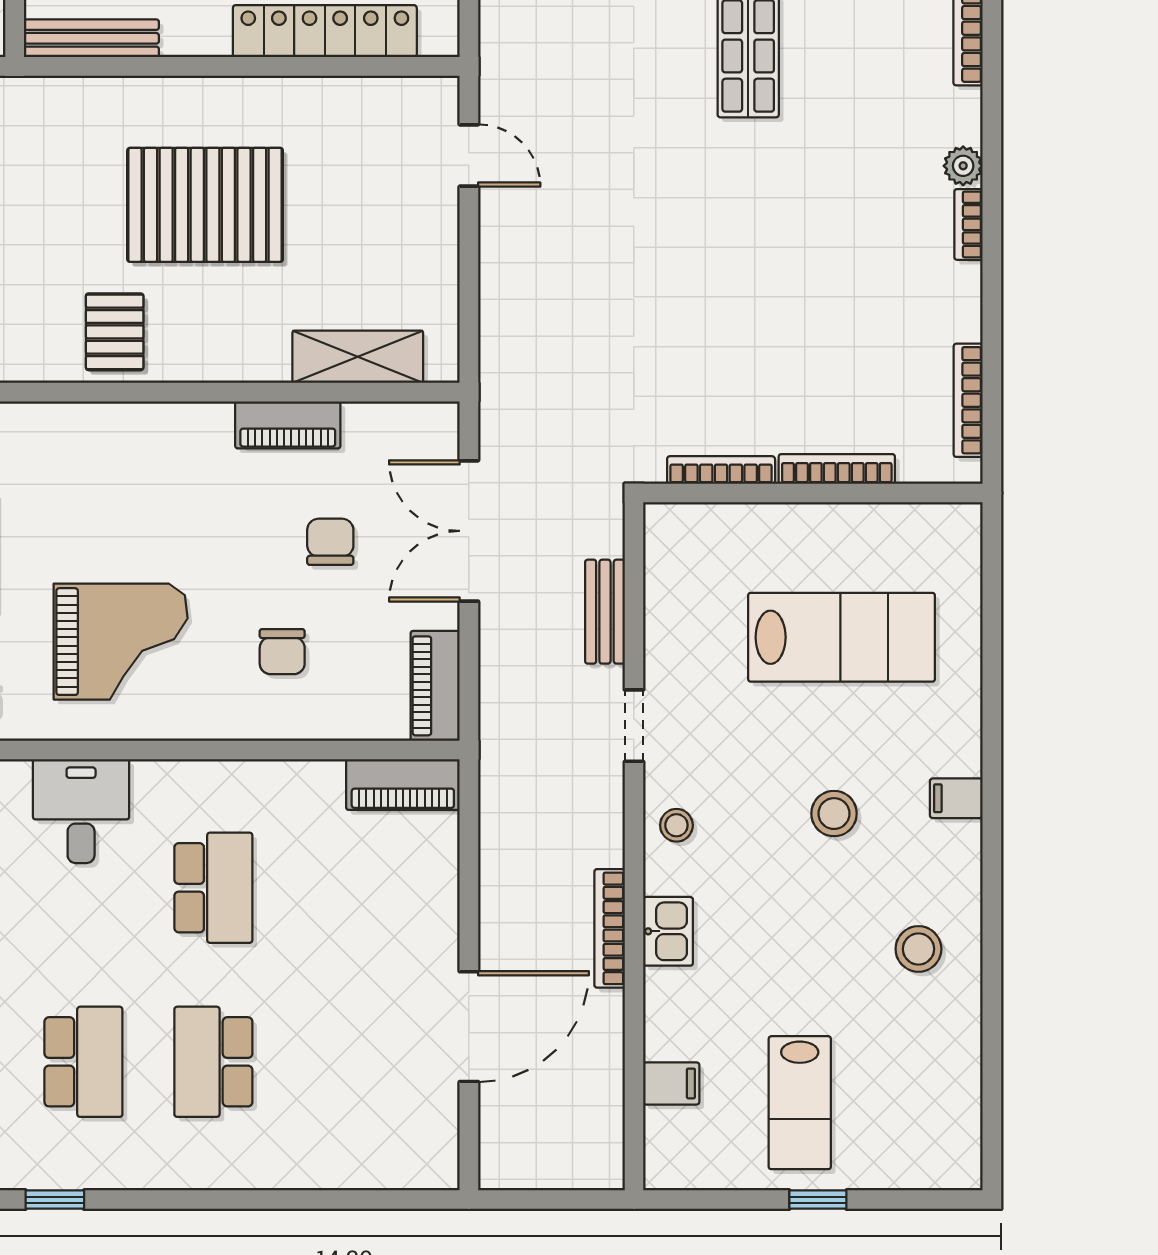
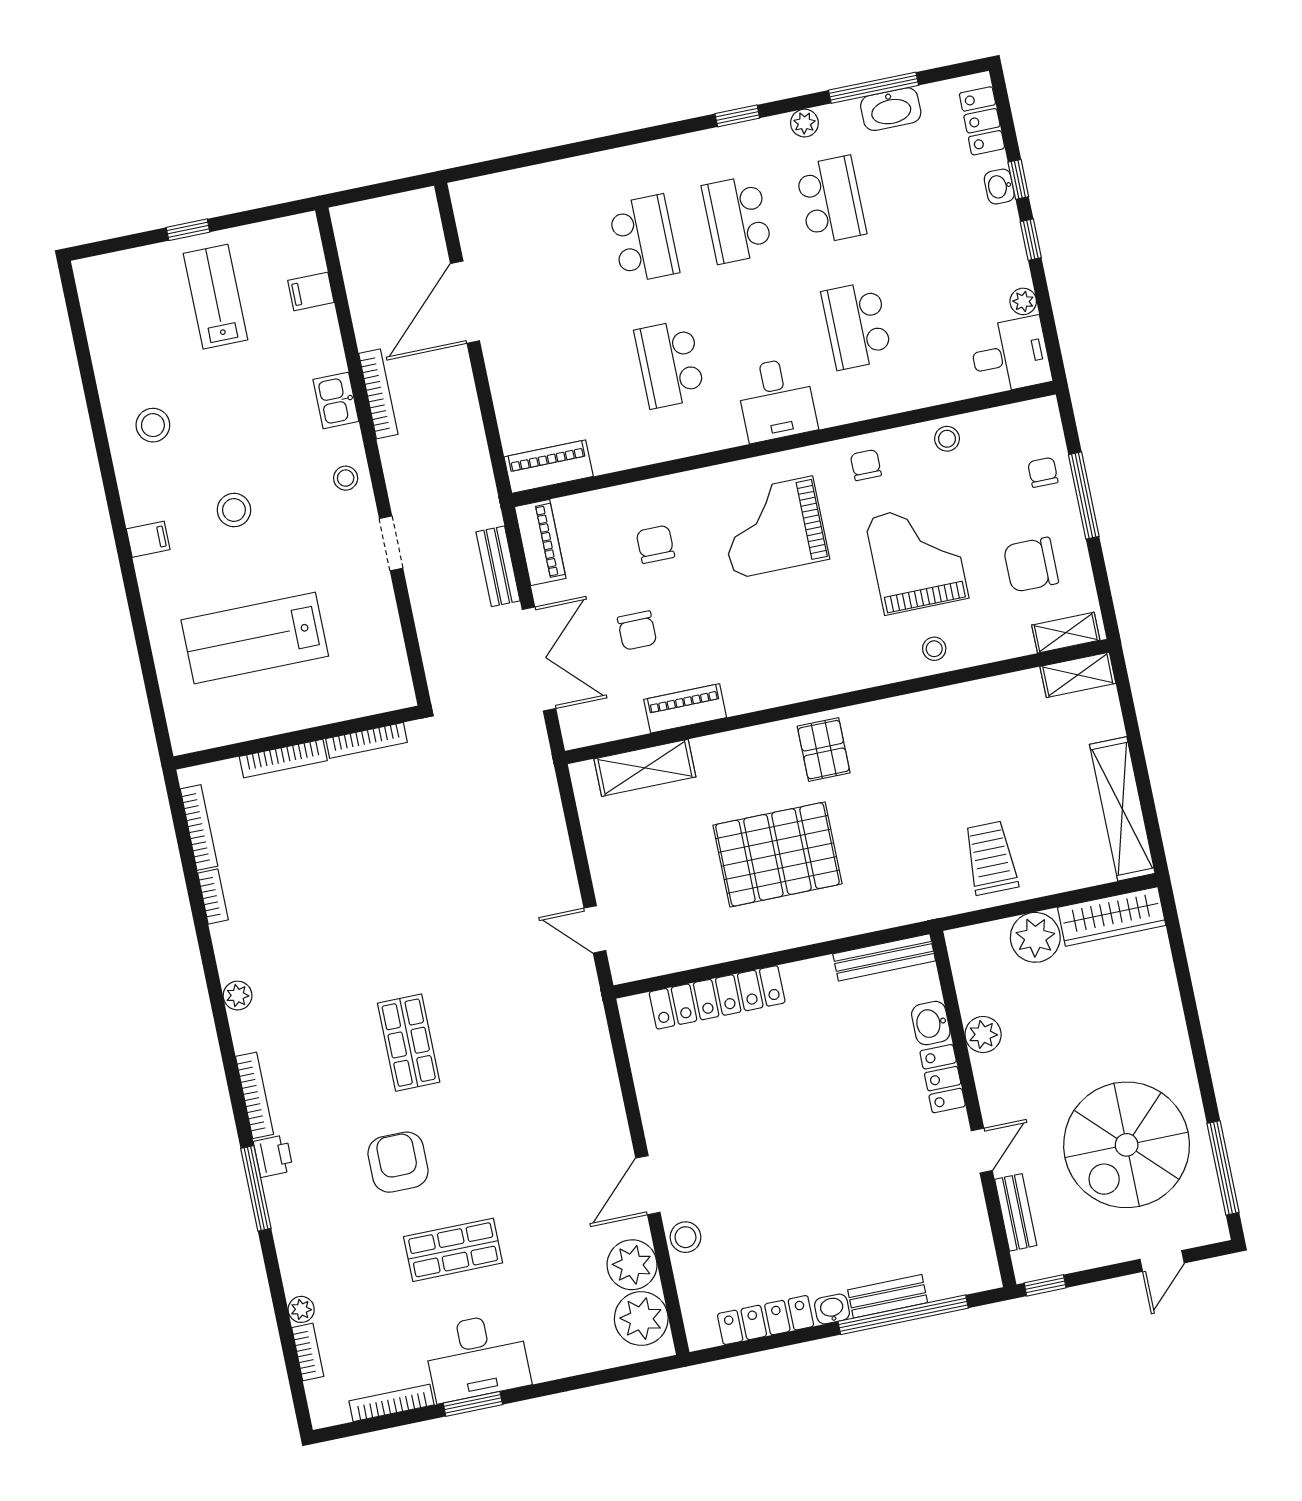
bookcase: (969, 224) -> (213, 896), moved
bench: (605, 612) -> (498, 566), moved

